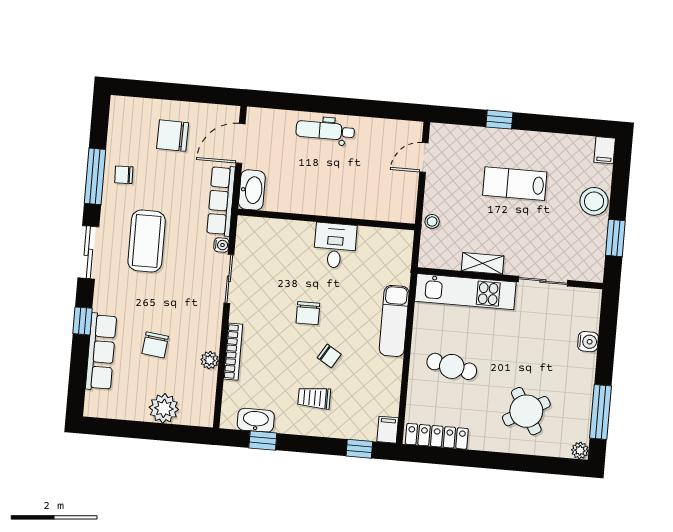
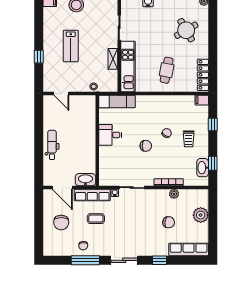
dental chair: (325, 131) -> (52, 145), turned 180
coffee table: (147, 241) -> (96, 219), moved, width x0.54, depth x0.58
exam couch: (394, 321) -> (117, 101), moved
row of seats: (101, 352) -> (189, 250), moved
window: (359, 449) -> (213, 125), moved

